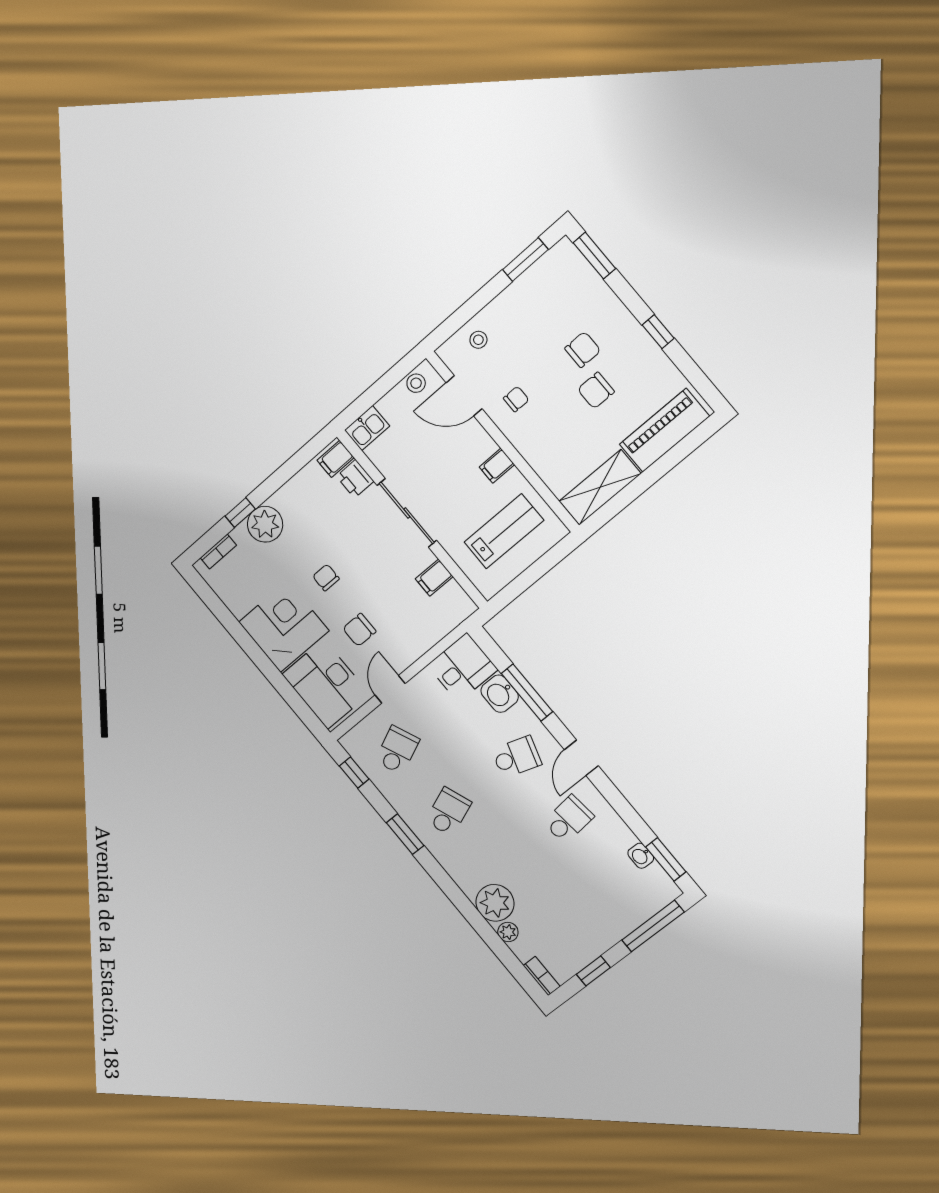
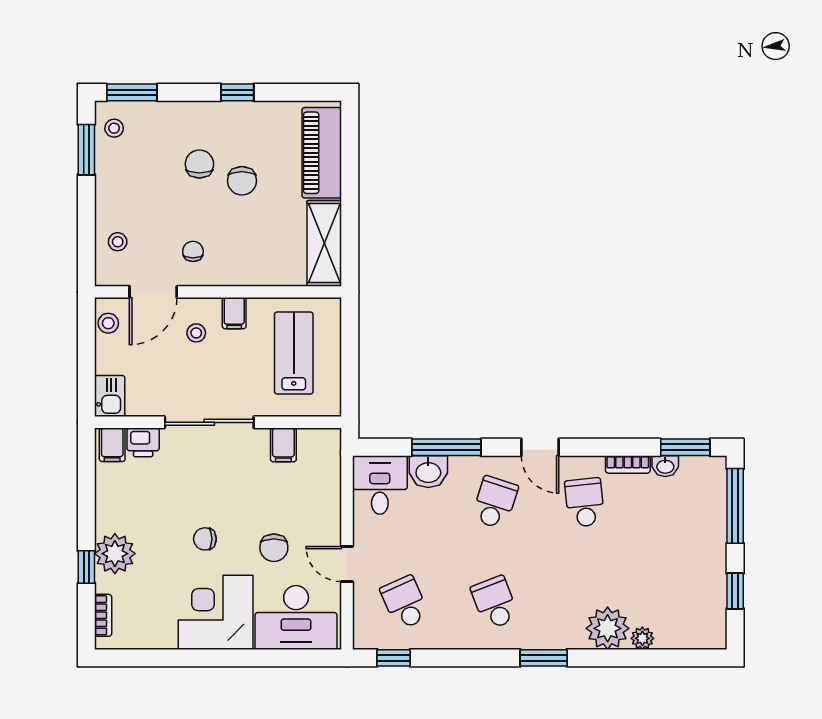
stool: (557, 266) -> (114, 128), added
stool: (461, 451) -> (196, 333), added
window: (405, 834) -> (544, 658), moved
bookcase: (542, 976) -> (628, 464), moved, turned 180

